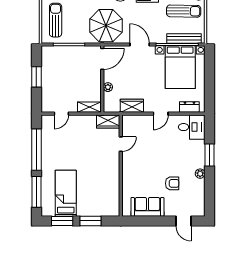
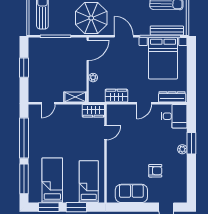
dresser: (189, 107) -> (172, 97), width x1.44
plant: (200, 174) -> (182, 149), moved
bed: (103, 195) -> (89, 182), added

